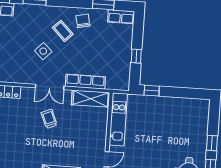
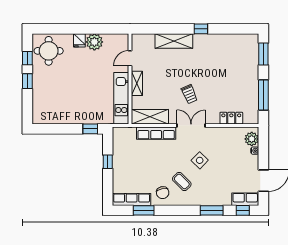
row of seats: (121, 17) -> (132, 199), width x1.48
shelving: (101, 133) -> (137, 83), added

